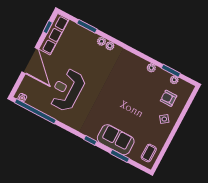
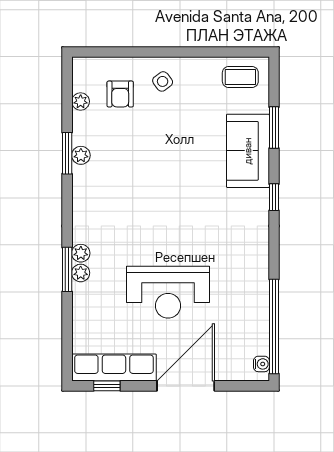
window: (87, 26) -> (67, 269), moved
window: (171, 71) -> (67, 153), moved
reception desk: (67, 90) -> (168, 292), moved

